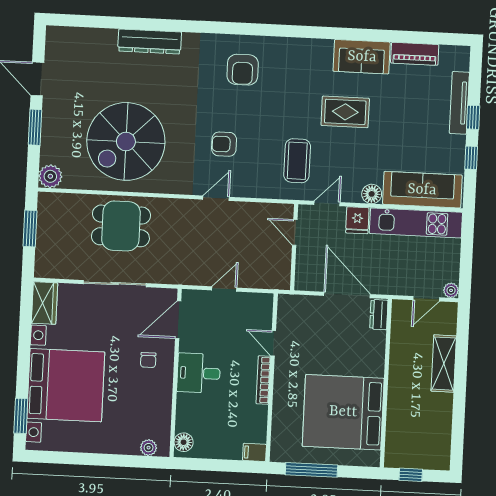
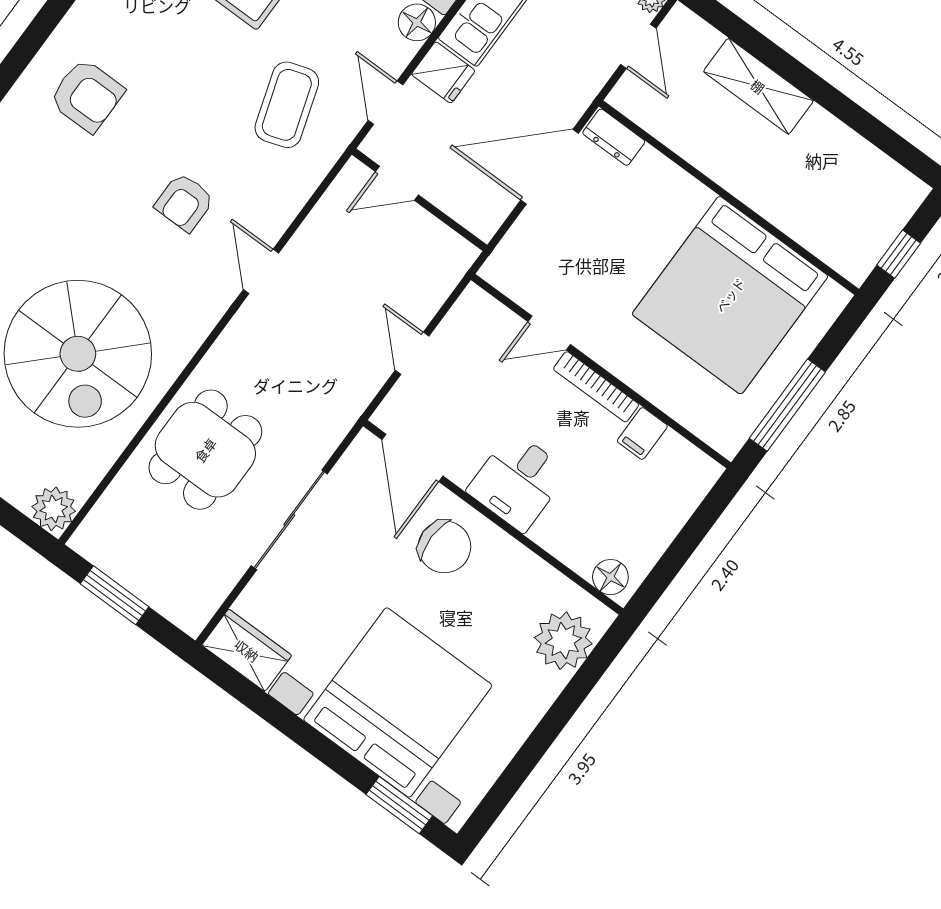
coffee table: (297, 161) -> (287, 105), turned 72
chair: (148, 360) -> (444, 547), width x1.87, depth x1.87
plant: (149, 448) -> (563, 641), width x1.87, depth x1.87
filing cabinet: (254, 452) -> (642, 433), moved

